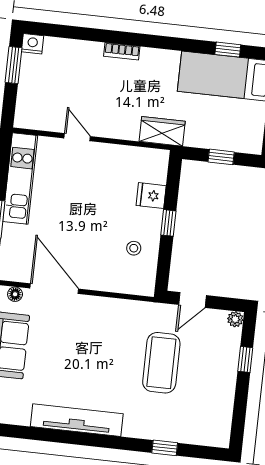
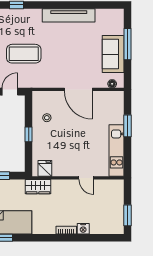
nightstand: (33, 44) -> (83, 229), moved
fridge: (151, 196) -> (45, 168), moved, turned -90
door: (54, 289) -> (78, 89), moved
coffee table: (161, 363) -> (24, 54), turned 90

